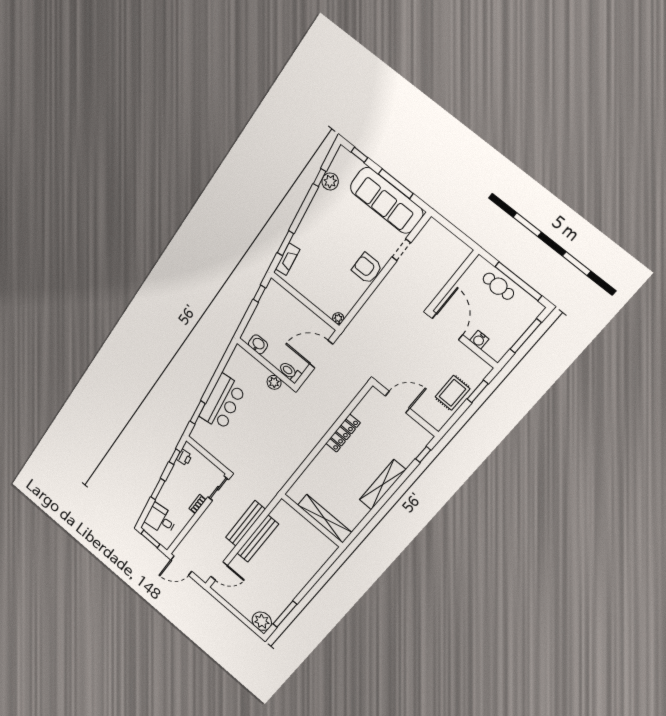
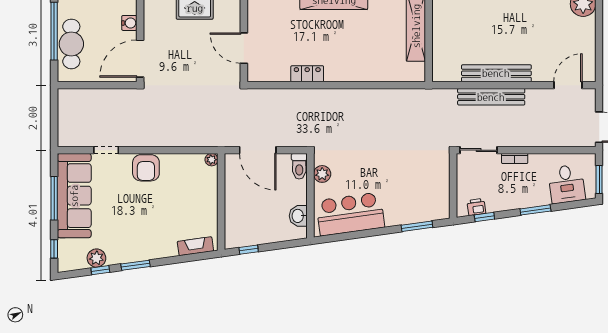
window: (286, 243) -> (135, 265), moved
cafe table: (498, 286) -> (71, 44), width x1.37, depth x1.35
bar counter: (222, 402) -> (350, 214), moved
locker: (343, 433) -> (307, 74), width x0.66
door: (219, 571) -> (568, 85), hinge flipped

